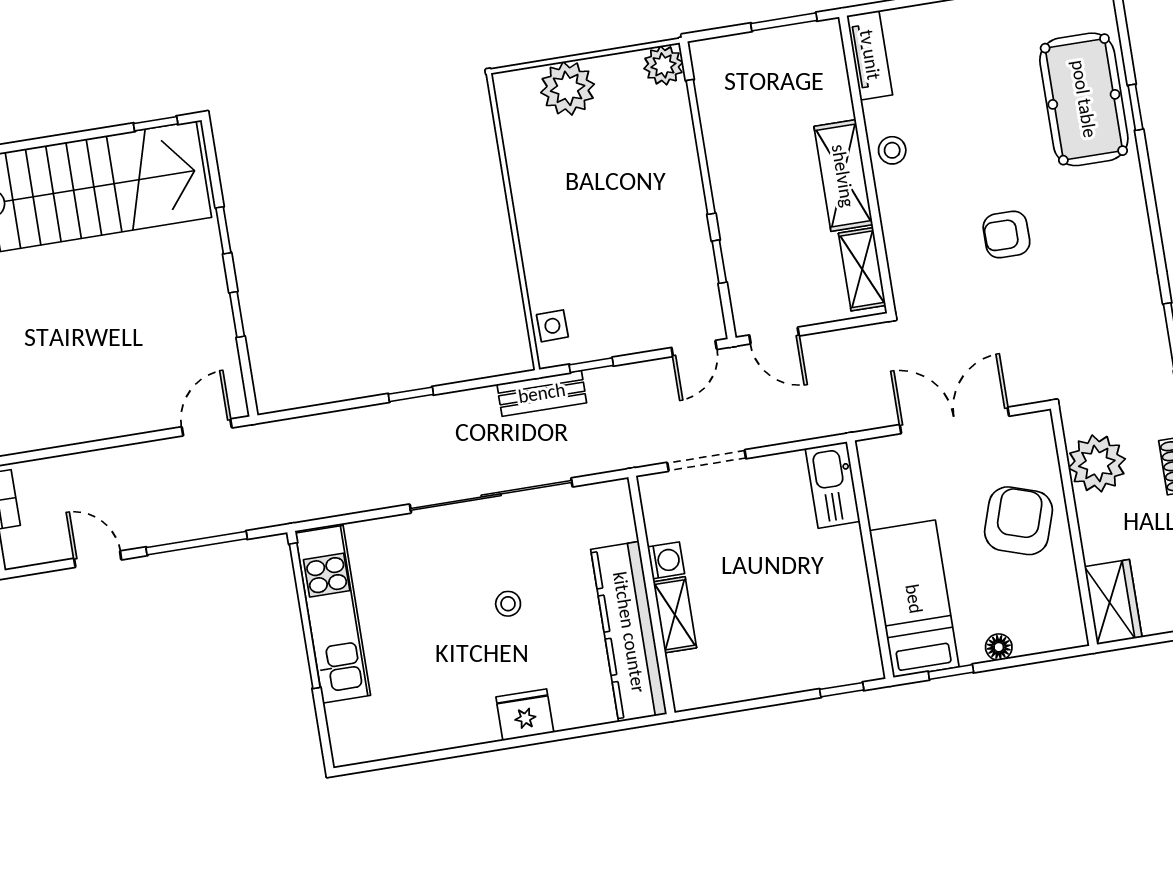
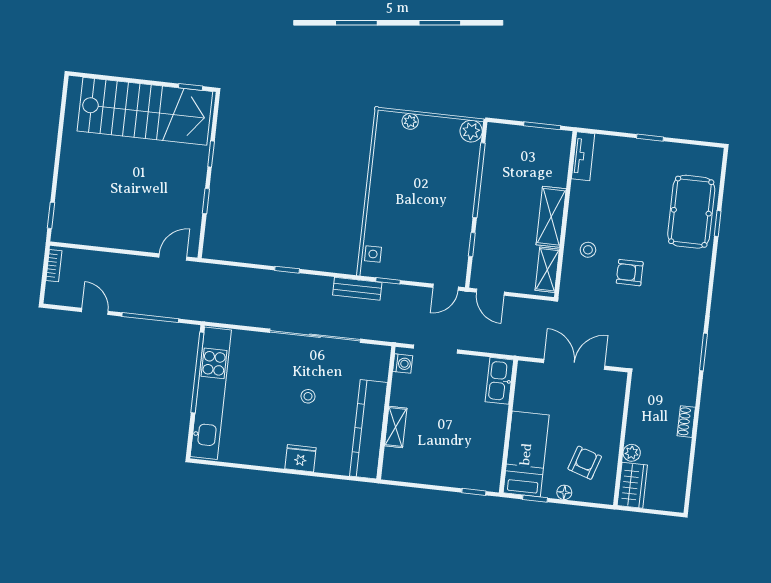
plant: (568, 88) -> (410, 121), width x0.53, depth x0.53
stool: (892, 150) -> (588, 250), moved
plant: (1097, 463) -> (632, 453), moved, width x0.53, depth x0.53
armchair: (1018, 521) -> (585, 463), moved, width x0.72, depth x0.72
washing machine: (666, 560) -> (403, 364), moved
kitchen unit: (333, 614) -> (211, 393), width x1.36

